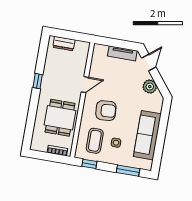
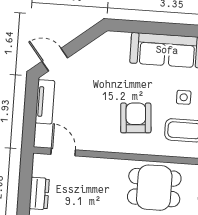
door: (85, 85) -> (63, 152), moved
plant: (150, 87) -> (92, 54), removed

